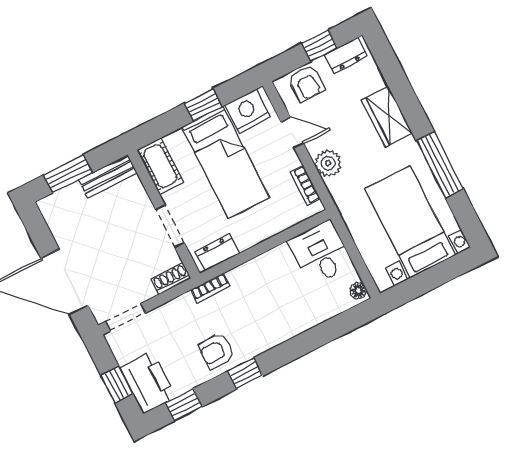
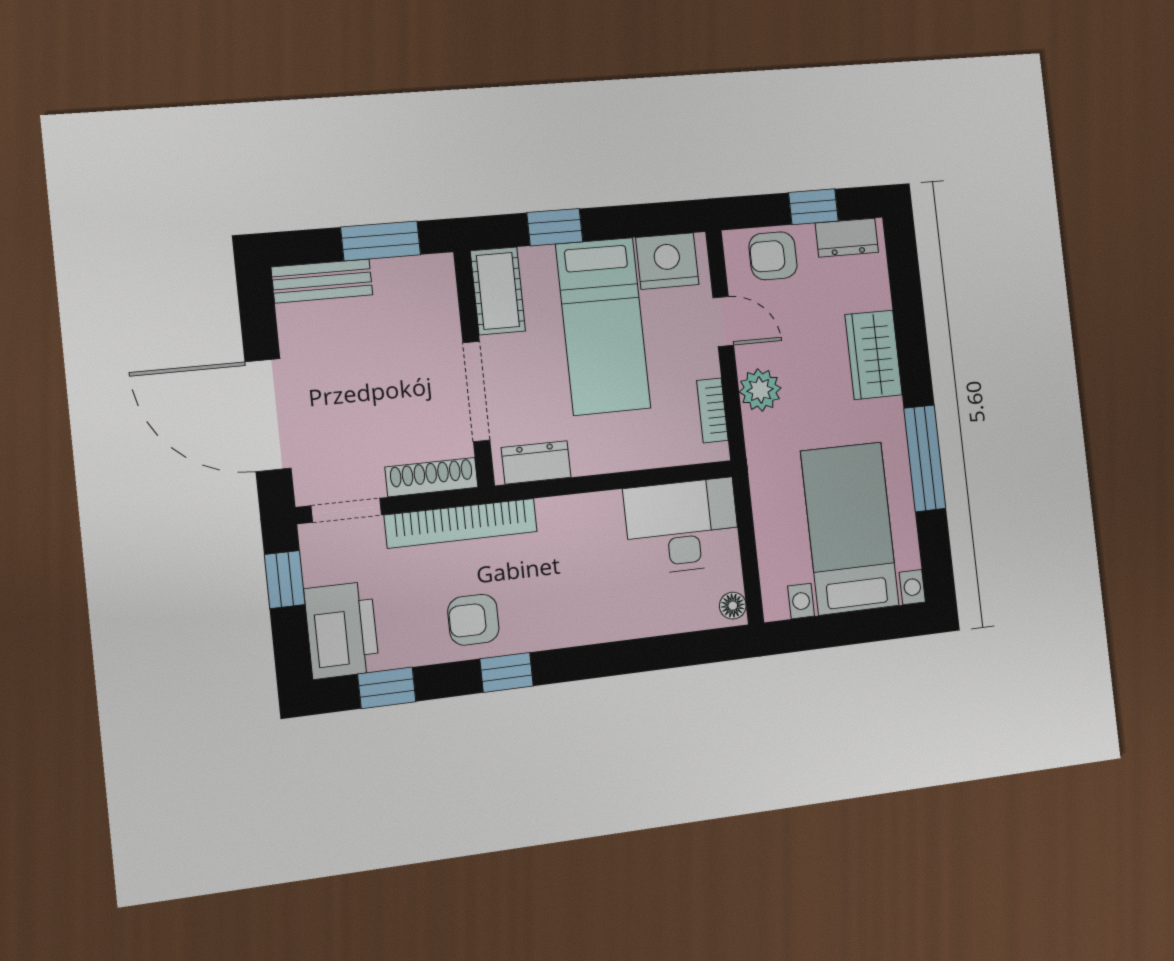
armchair: (307, 83) -> (773, 256), turned 90
window: (203, 105) -> (555, 227), moved
window: (68, 174) -> (381, 241), moved
bench: (108, 176) -> (322, 281), moved
doorway: (170, 226) -> (476, 391), width x1.38
desk: (321, 253) -> (682, 526), width x1.37
shoe rack: (171, 279) -> (432, 477), width x1.43
bookcase: (210, 288) -> (461, 523), width x2.31, depth x1.31
window: (117, 385) -> (285, 580), moved

